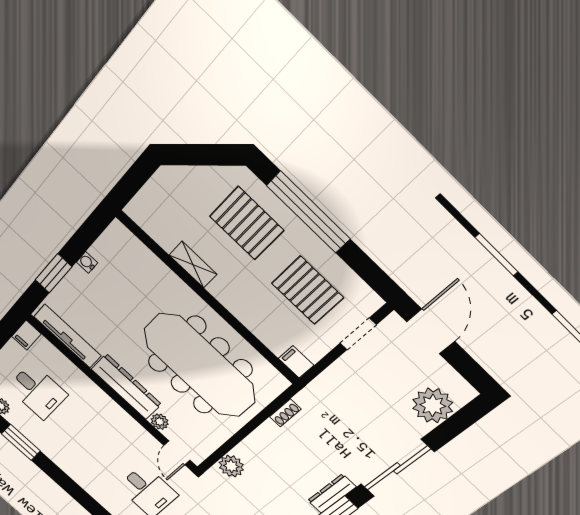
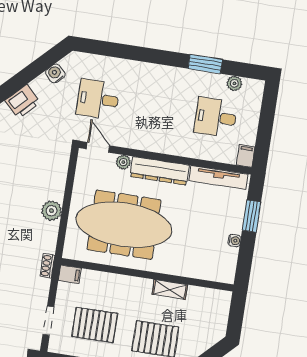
shoe rack: (285, 413) -> (47, 266), moved
plant: (231, 466) -> (51, 211), moved

